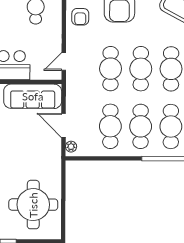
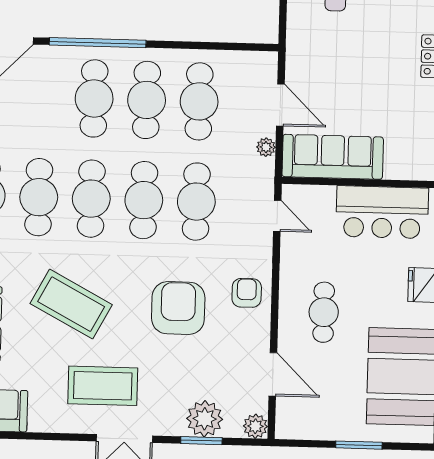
door: (64, 61) -> (277, 216), hinge flipped
plant: (71, 147) -> (266, 147), moved

